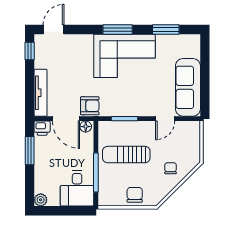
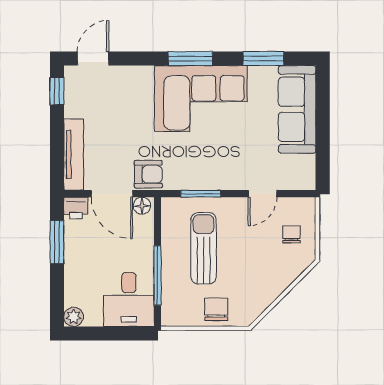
sofa: (188, 87) -> (297, 109), moved
sun lounger: (126, 155) -> (203, 248), turned 90
chair: (171, 168) -> (291, 234), moved

